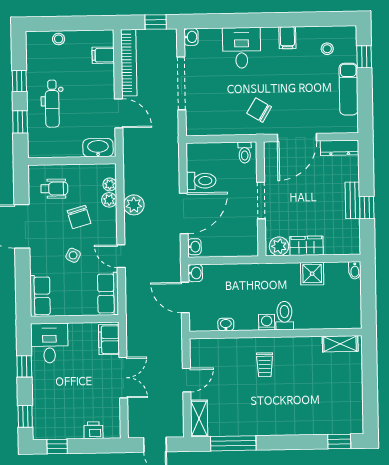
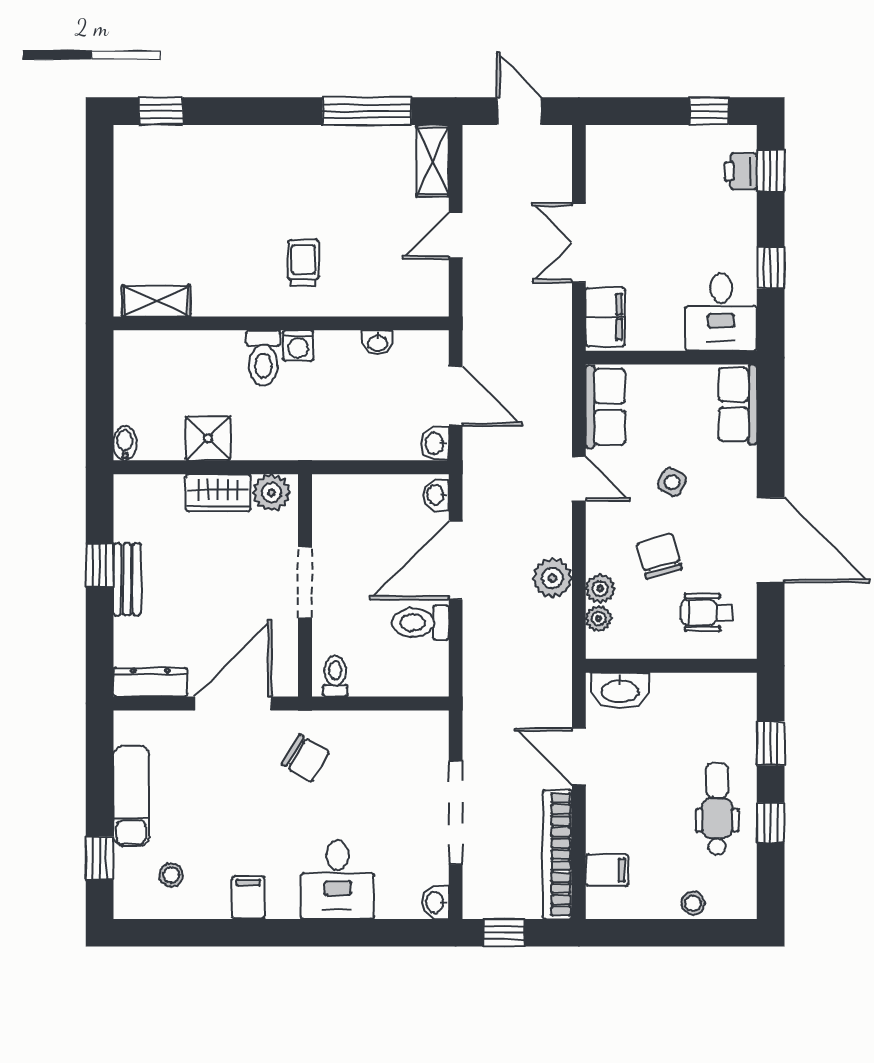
dental chair: (52, 104) -> (717, 809), moved
printer: (93, 430) -> (740, 171), moved, turned 90

